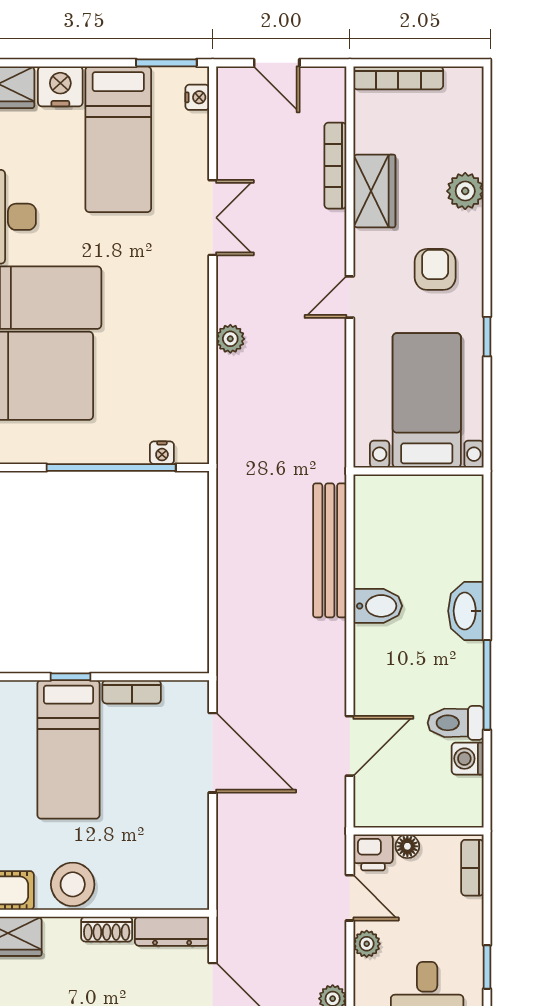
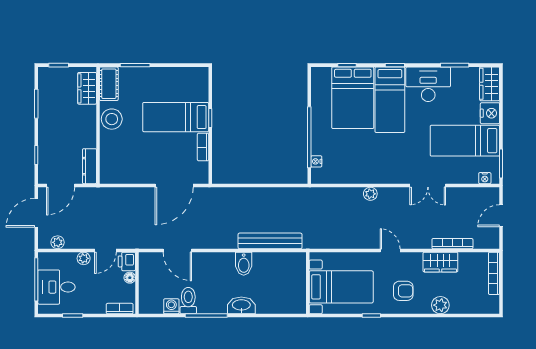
shoe rack: (107, 929) -> (91, 135), removed

